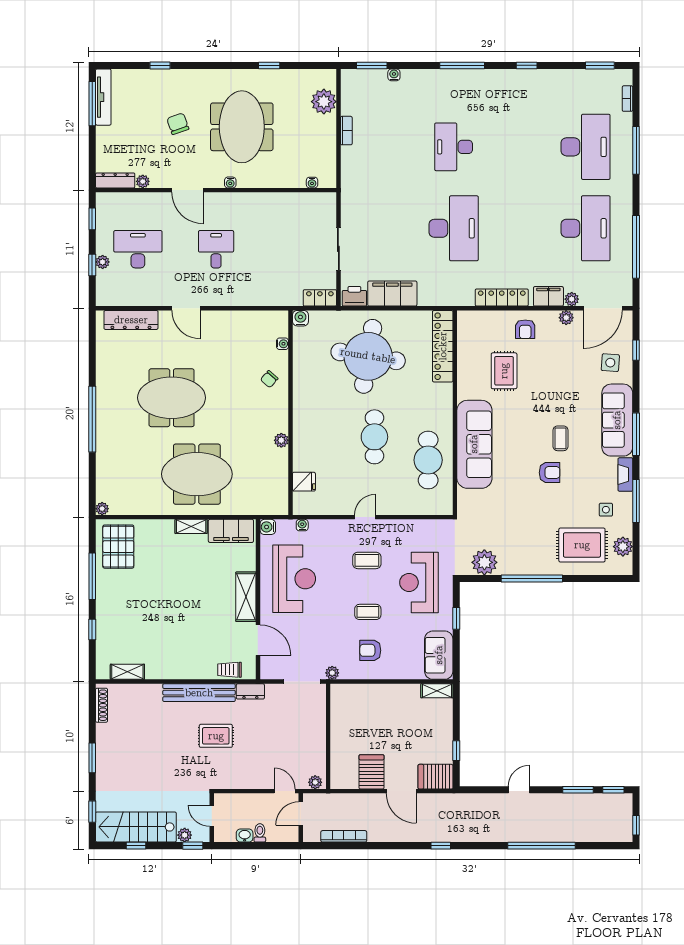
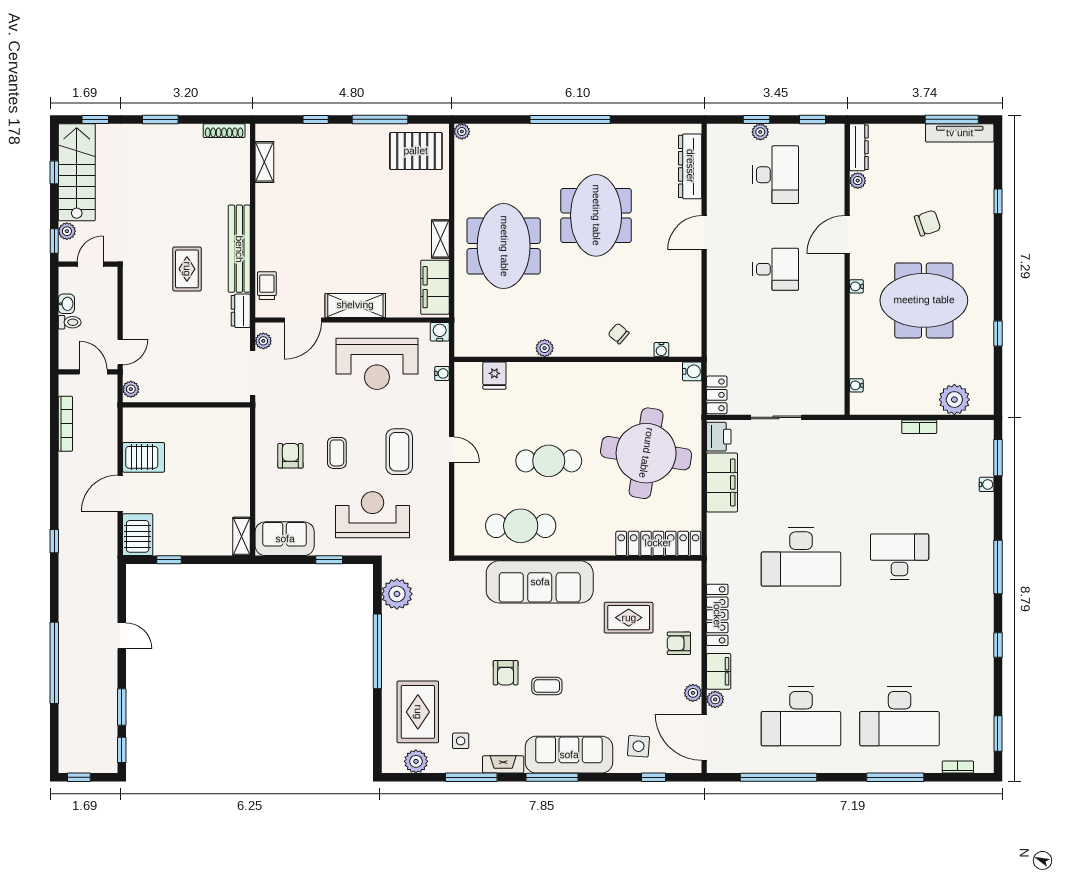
coffee table: (367, 560) -> (399, 452), width x1.36, depth x1.30
plant: (332, 673) -> (263, 341), moved

